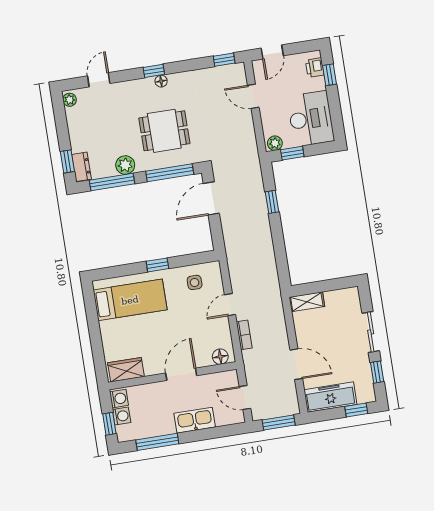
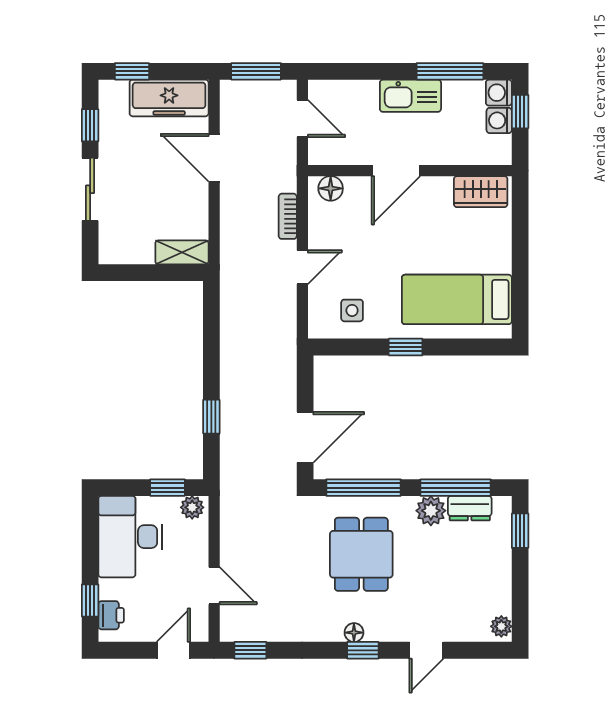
door: (99, 80) -> (426, 650), moved
dining table: (164, 131) -> (361, 554), turned 90
dresser: (81, 167) -> (470, 508), moved, turned -90
washing machine: (119, 399) -> (499, 93), moved
kitchen sink: (195, 420) -> (410, 96), moved

